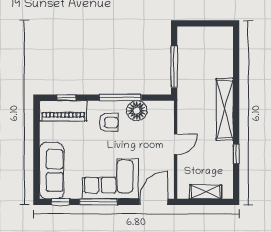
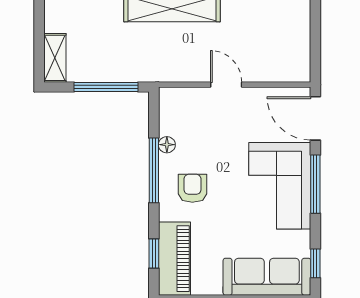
floor lamp: (137, 111) -> (167, 145), width x0.53, depth x0.53
shelving: (206, 192) -> (55, 58), moved
window: (98, 202) -> (315, 184), moved

